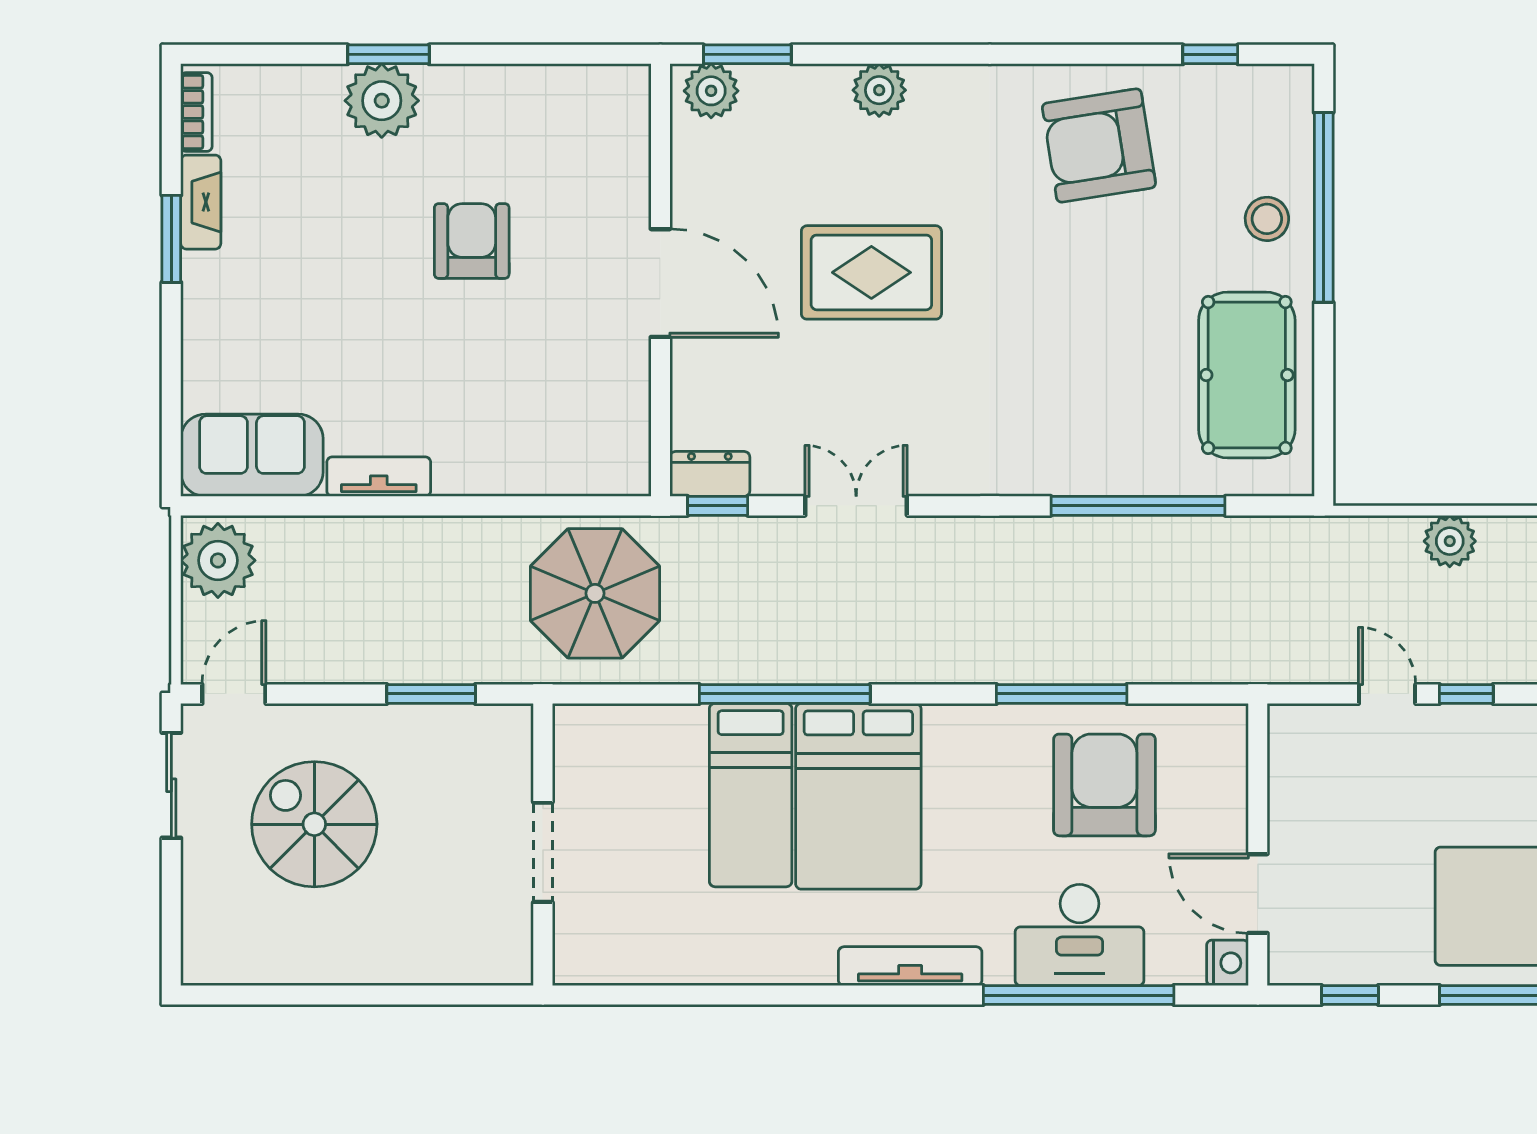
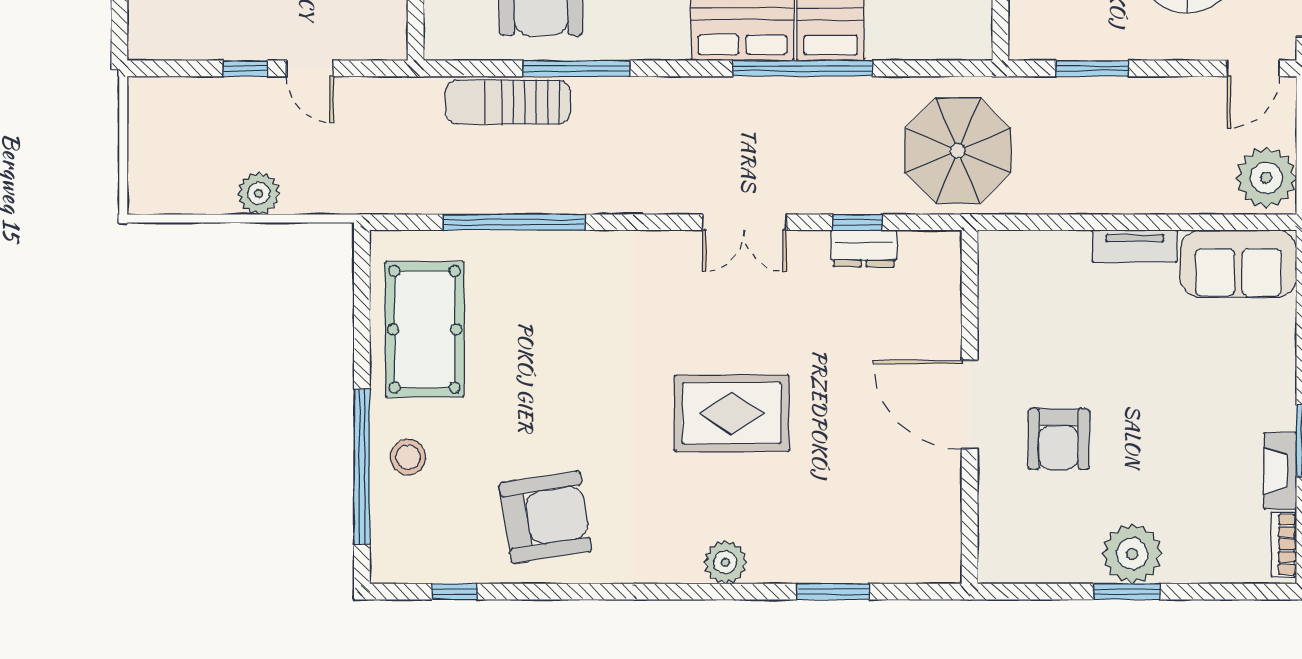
plant: (711, 91) -> (863, 562), removed
wall: (660, 280) -> (970, 407), moved
door: (660, 283) -> (970, 405), moved
sun lounger: (1145, 653) -> (508, 102), added

